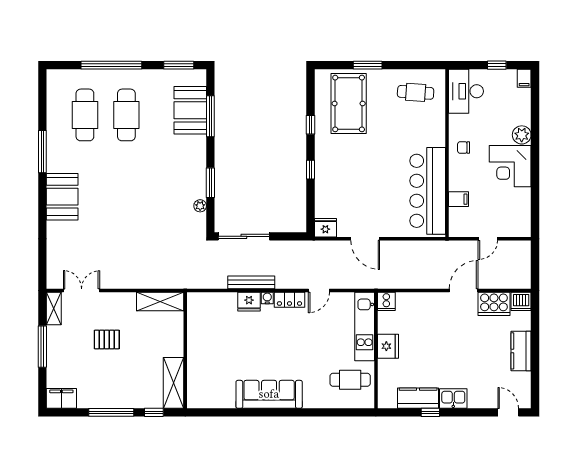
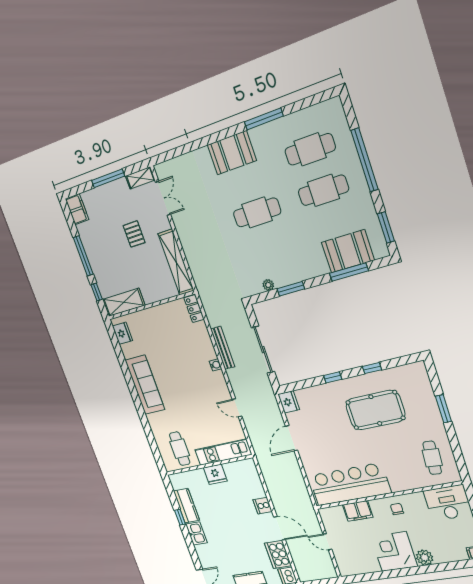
pool table: (349, 103) -> (375, 410), moved
cafe table: (126, 191) -> (257, 212), added
filing cabinet: (459, 199) -> (358, 511), width x2.00
sliding door: (244, 236) -> (263, 350), moved
locker: (289, 300) -> (194, 309), moved
shelving: (160, 301) -> (176, 262), width x1.47
cooker: (386, 301) -> (263, 506), moved
fridge: (249, 302) -> (122, 333), moved, turned 180

